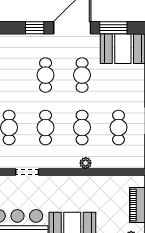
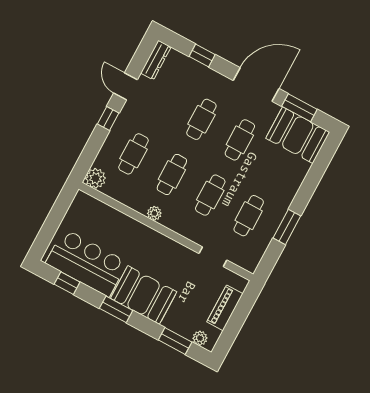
window: (35, 28) -> (202, 56), moved
plant: (86, 163) -> (154, 213), moved
doorway: (27, 172) -> (213, 257), moved

